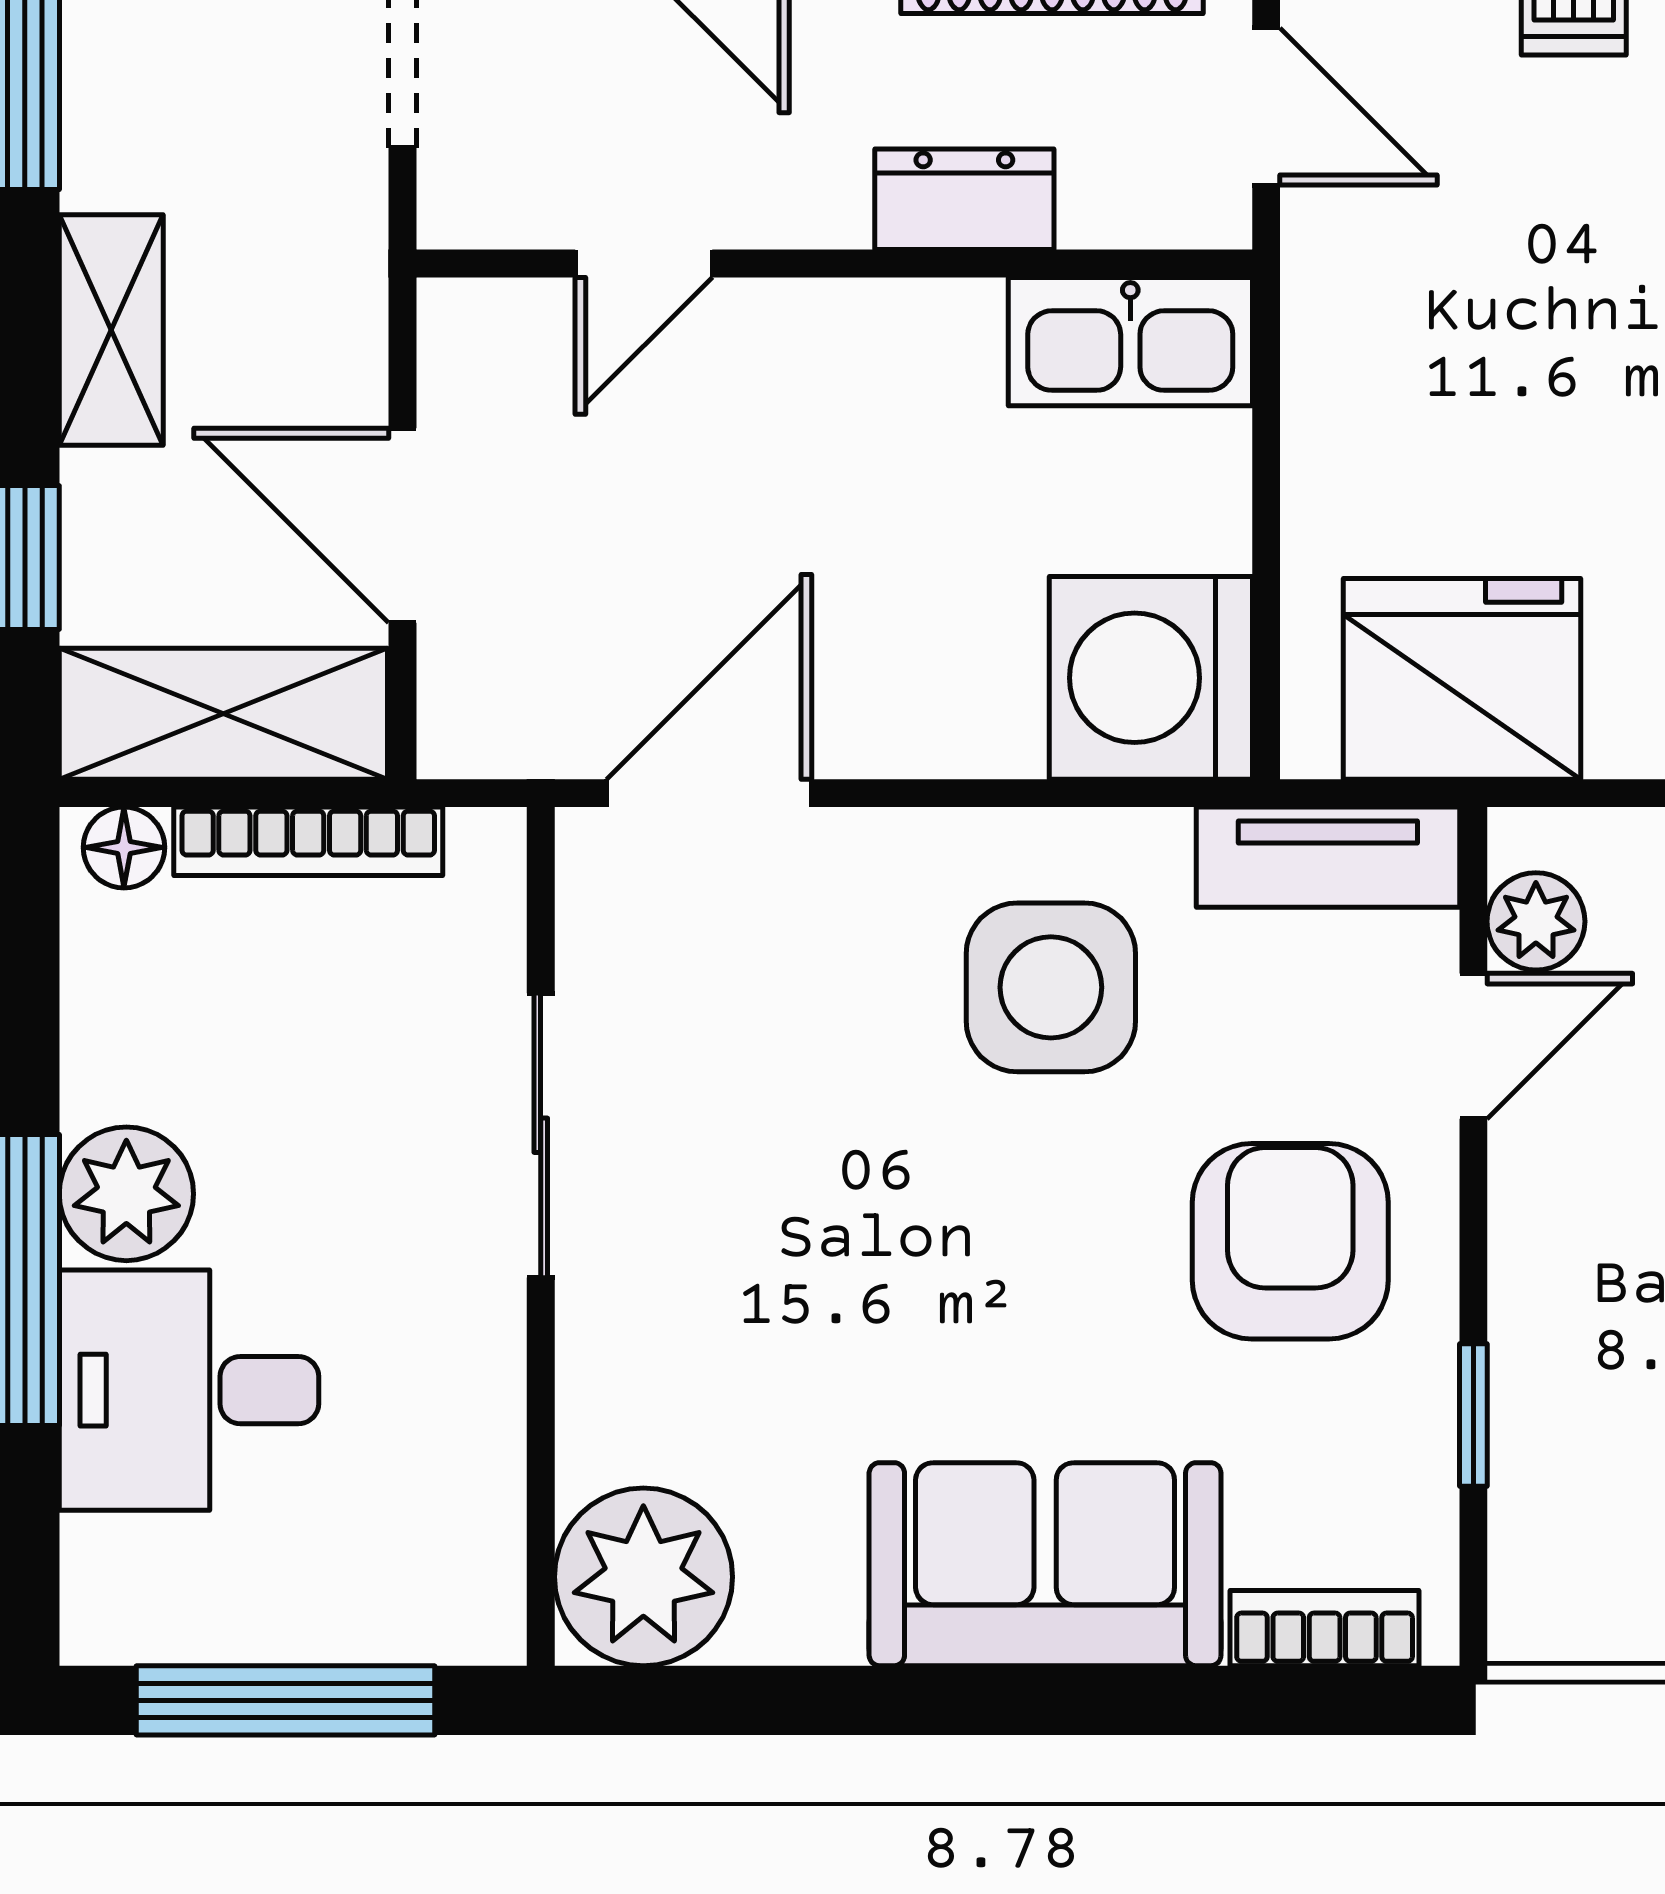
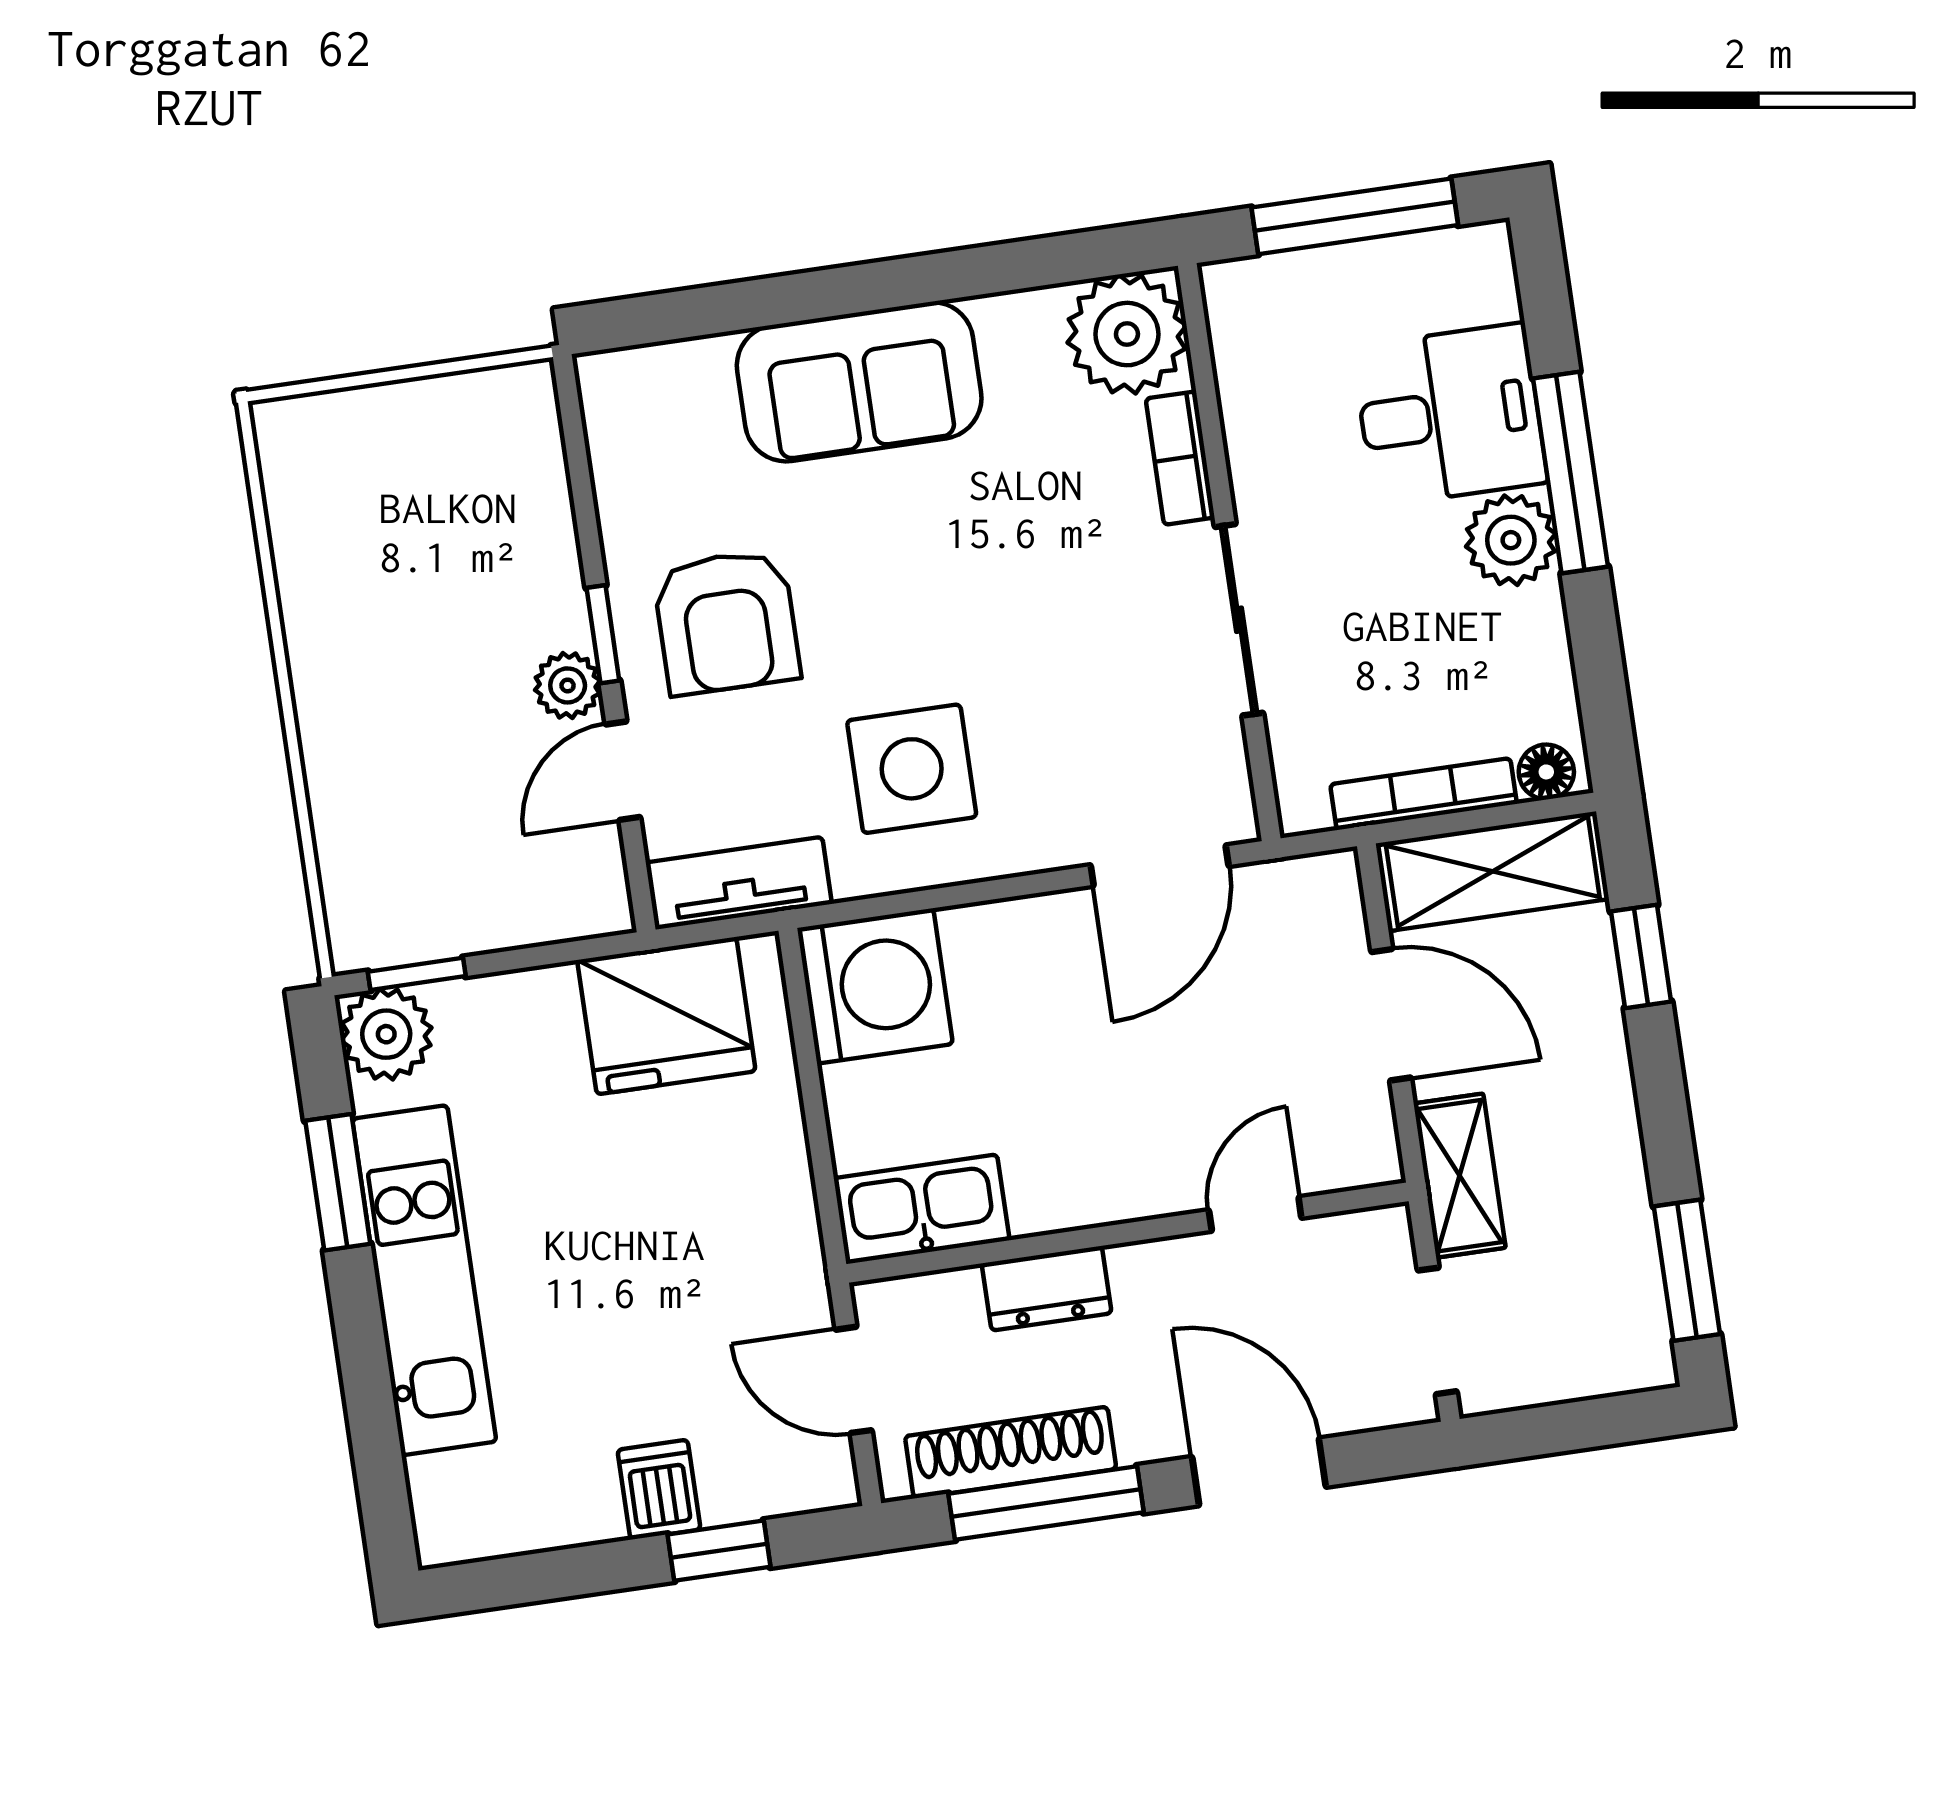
shelving: (111, 330) -> (1460, 1176), moved
plant: (1536, 921) -> (568, 685), moved
window: (1473, 1415) -> (603, 634), moved
bookcase: (1325, 1628) -> (1180, 458), moved, turned 90

